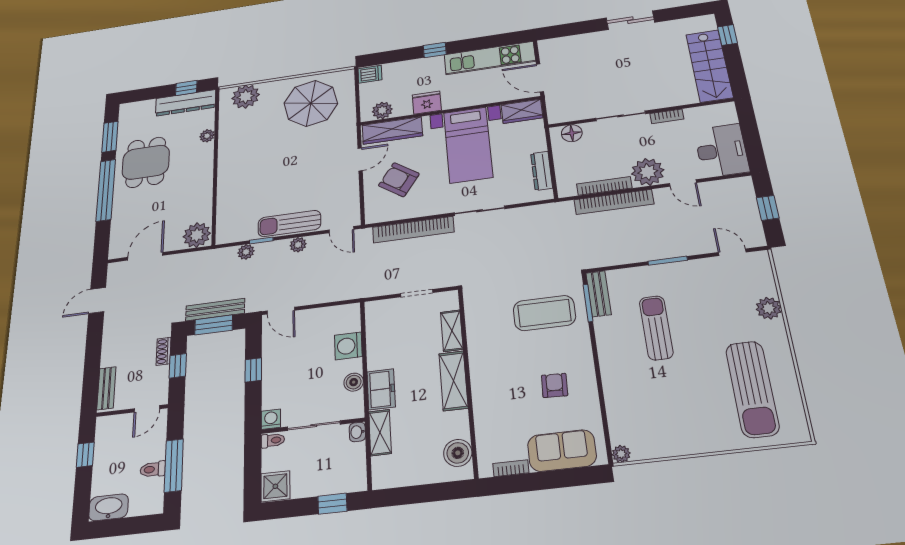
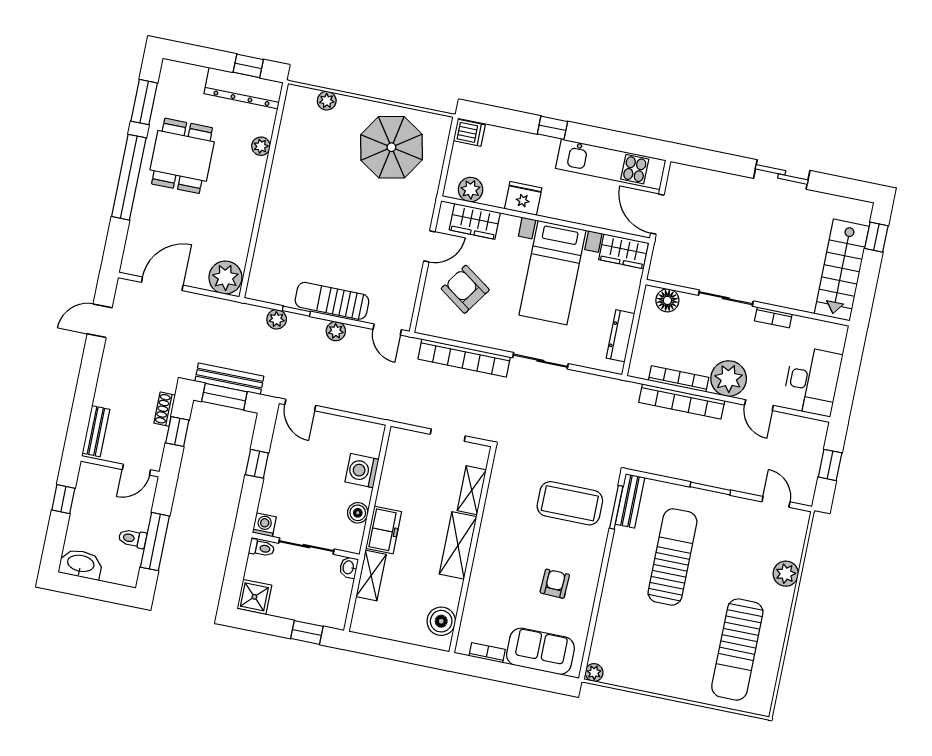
plant: (246, 97) -> (327, 101), width x0.53, depth x0.53
wardrobe: (392, 130) -> (475, 221), width x0.67
sun lounger: (656, 328) -> (672, 557), width x1.36, depth x1.34

